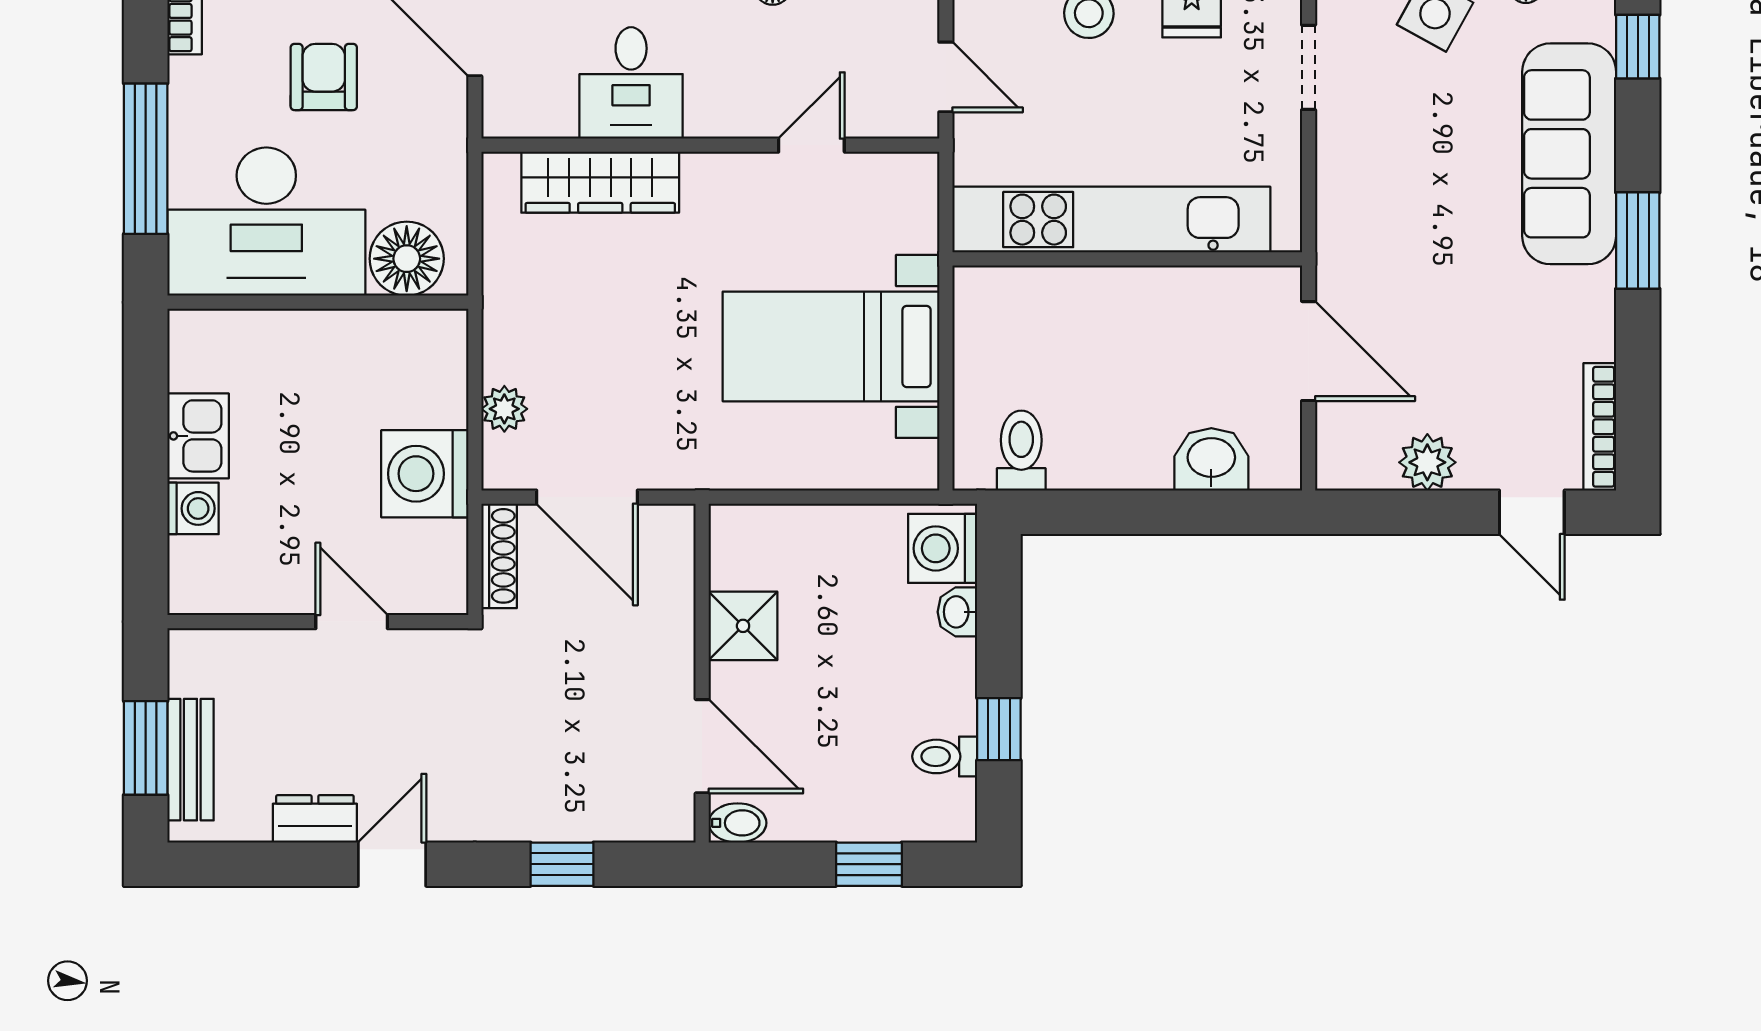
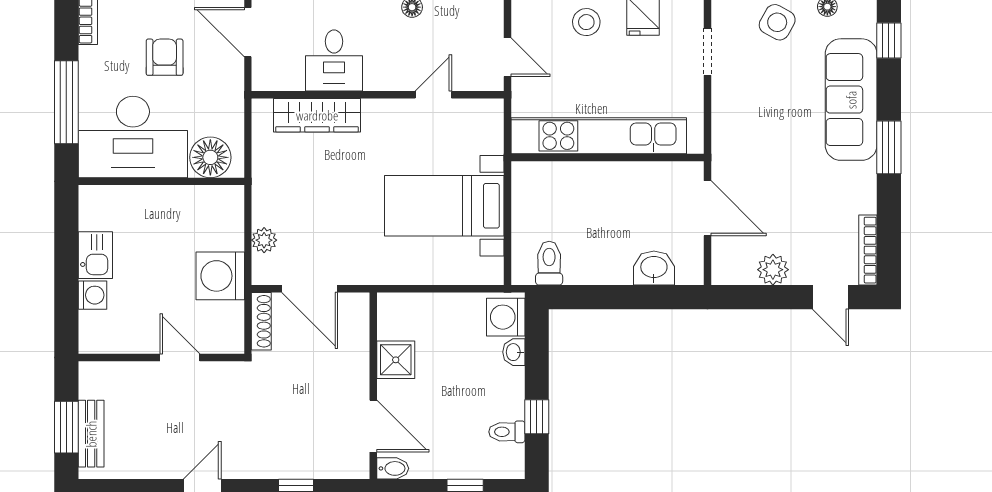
dresser: (315, 819) -> (160, 466), removed

